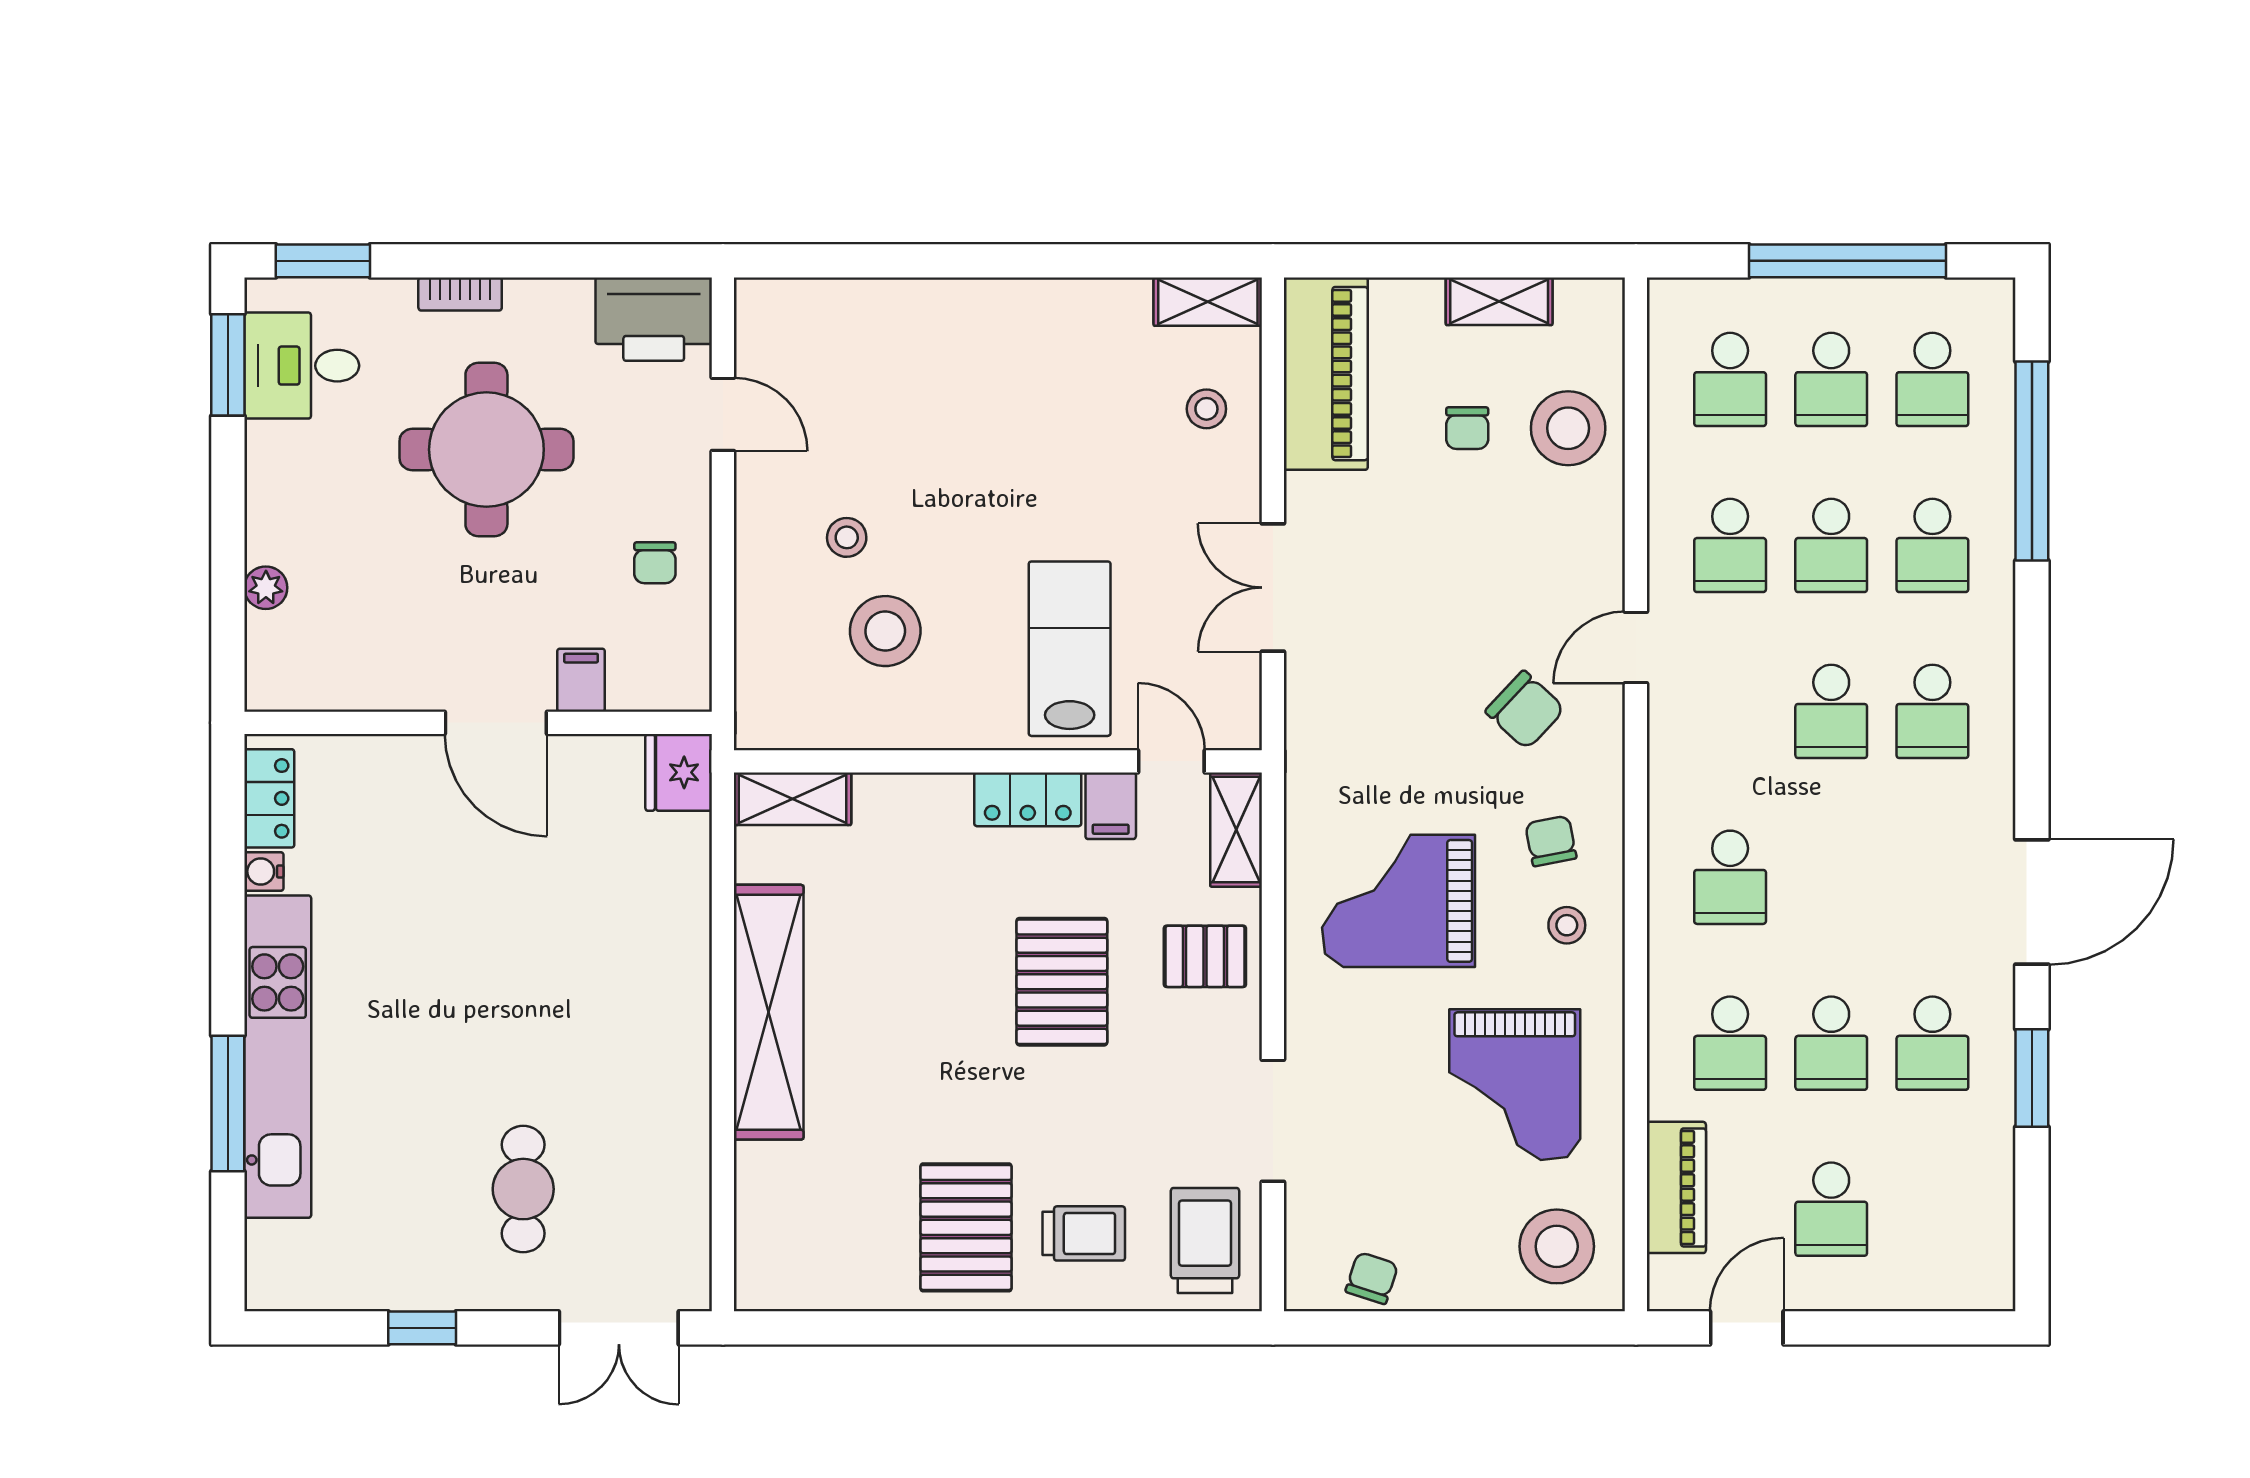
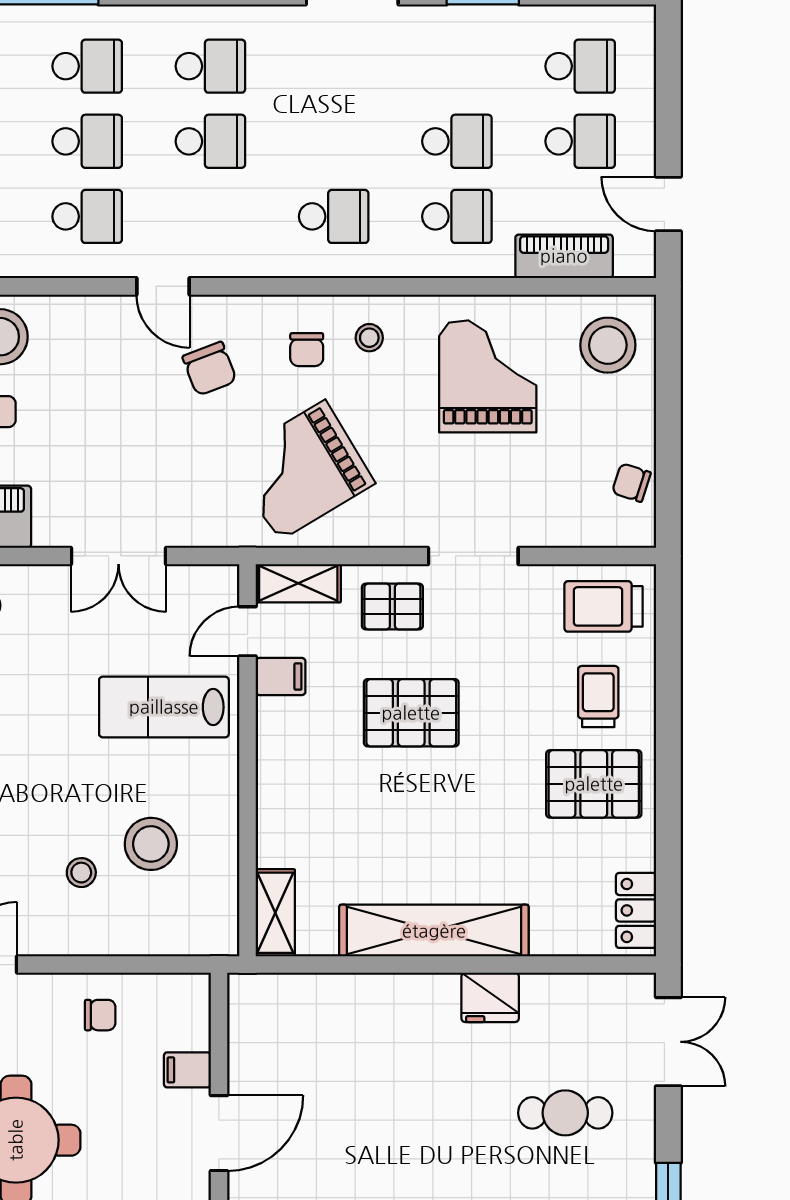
chair: (1525, 710) -> (210, 369), turned 116
fridge: (679, 772) -> (490, 997), moved
locker: (1028, 799) -> (636, 910), moved, turned 180
chair: (1551, 841) -> (307, 350), turned -79
grand piano: (1398, 901) -> (302, 470), moved, turned 59
pallet: (1205, 956) -> (392, 606), turned 90
school desk: (1932, 1043) -> (580, 66), moved
grand piano: (1515, 1085) -> (488, 376), turned -90
doorway: (1273, 1121) -> (473, 556), moved

